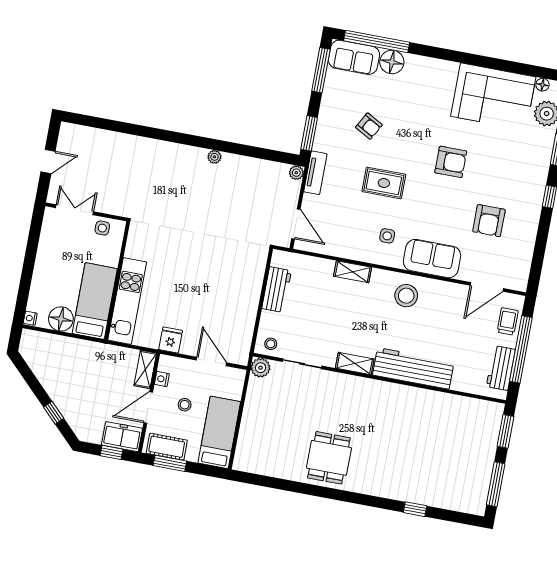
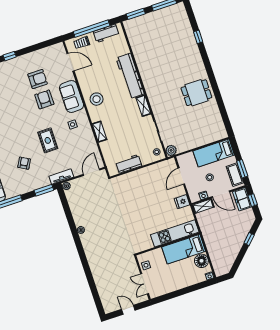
armchair: (451, 162) -> (44, 99), moved

